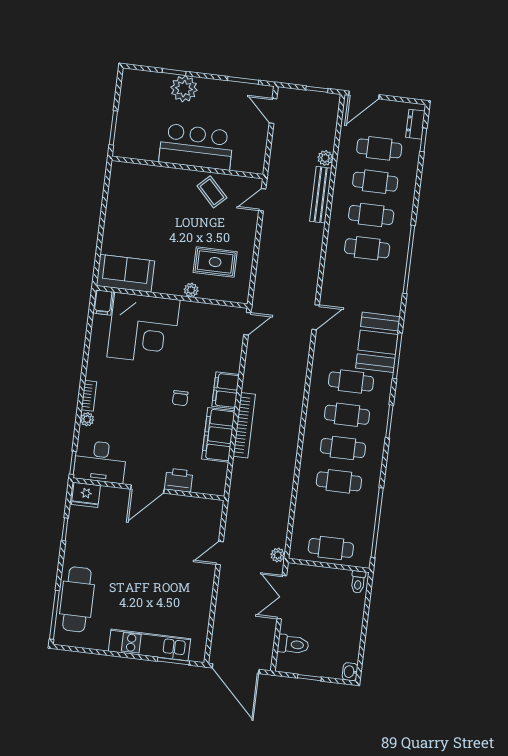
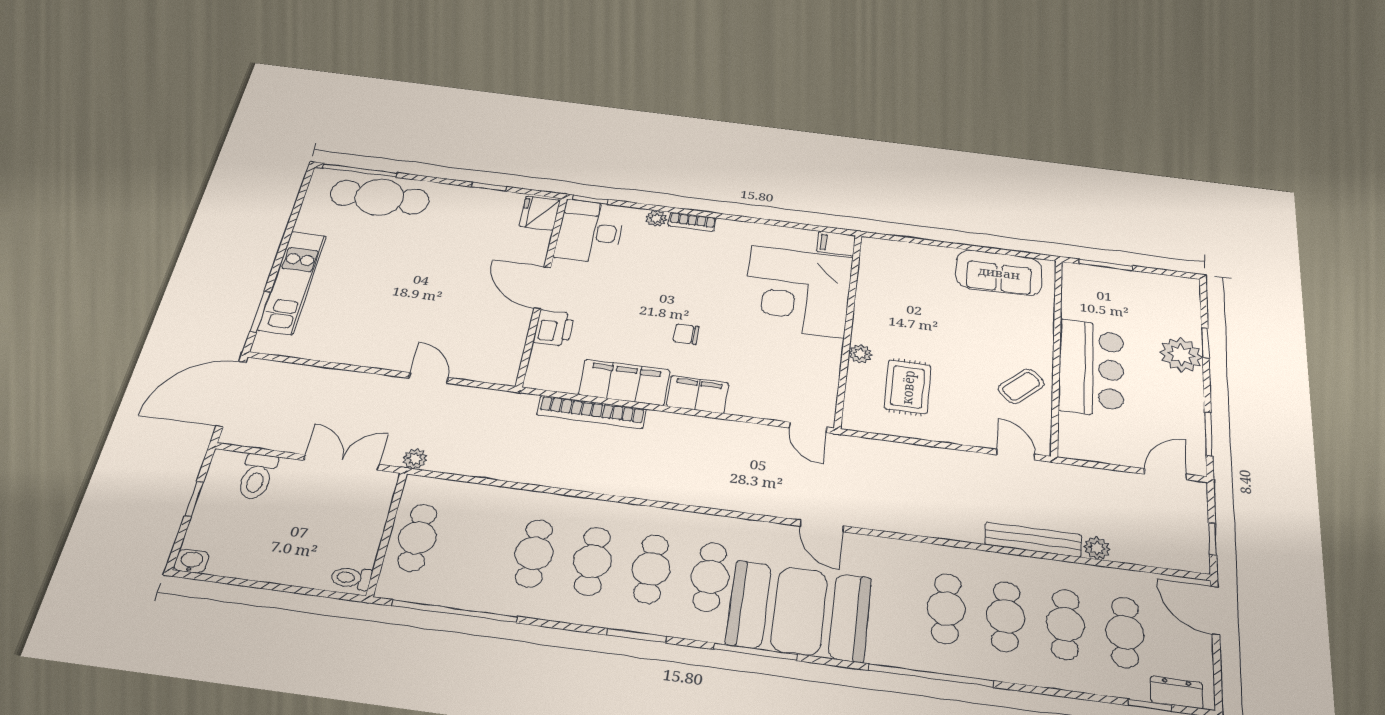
sofa: (125, 273) -> (999, 273), moved, turned 90
booth: (378, 342) -> (799, 611), width x1.36, depth x1.42
bookcase: (244, 425) -> (592, 412), moved

